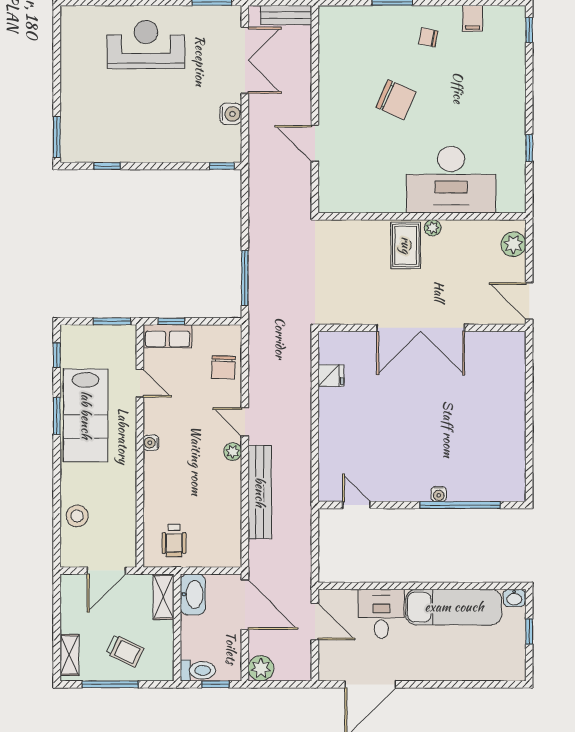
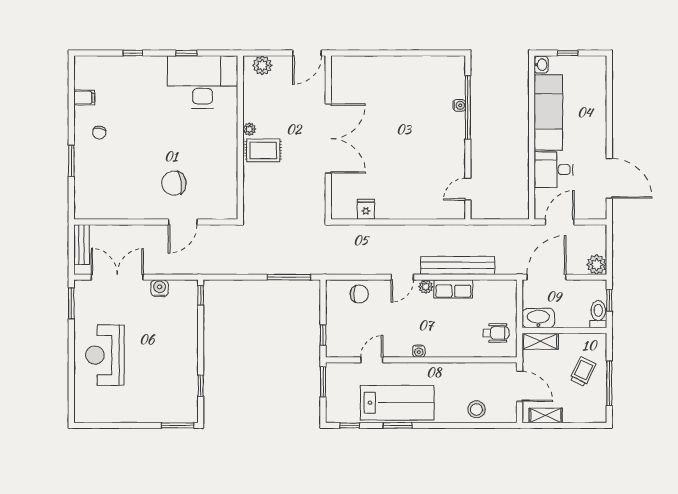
window: (529, 30) -> (133, 53), moved
chair: (396, 100) -> (174, 183), moved, turned -122
desk: (451, 180) -> (203, 82), moved, turned -90
row of seats: (167, 336) -> (453, 289), moved, turned 90
water cooler: (439, 494) -> (459, 105), moved
shelving: (69, 655) -> (546, 415), moved

